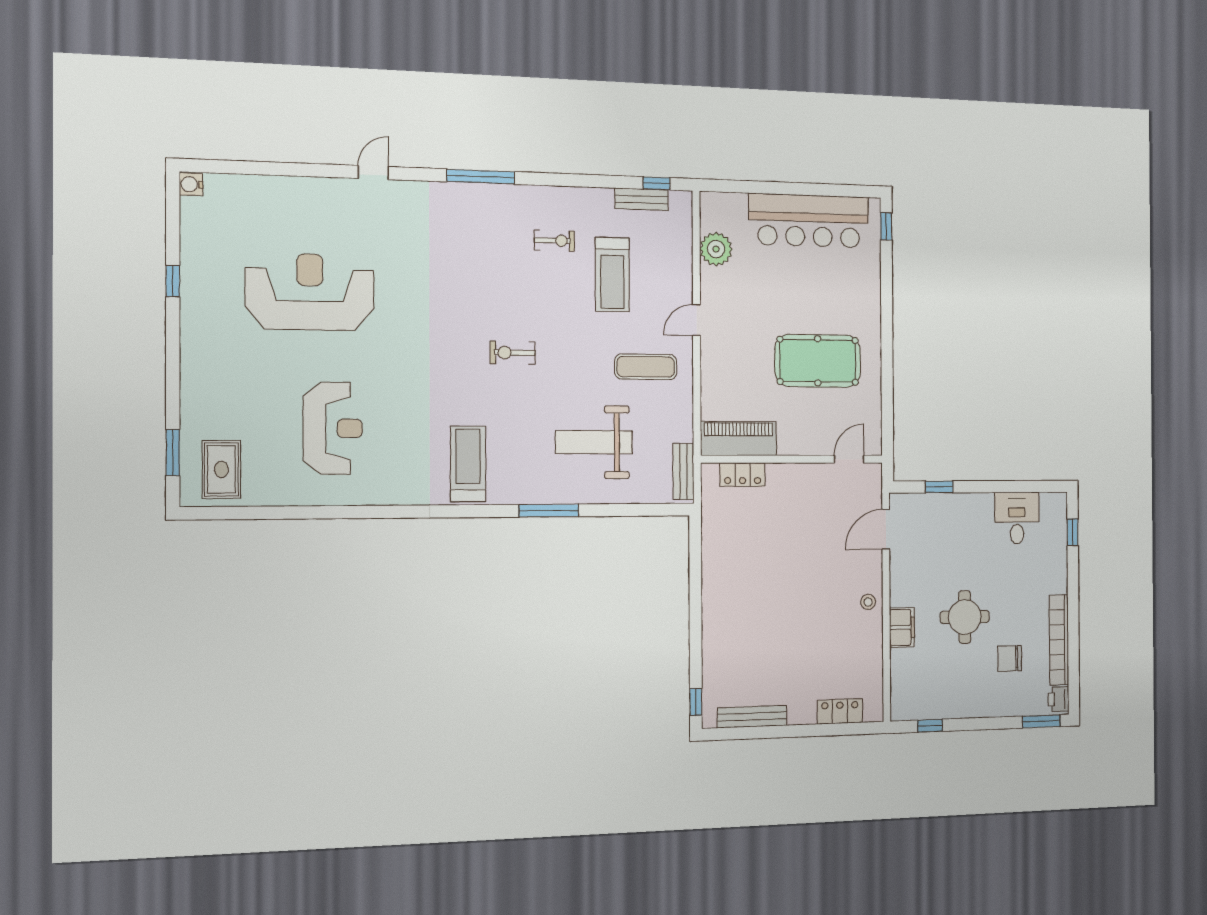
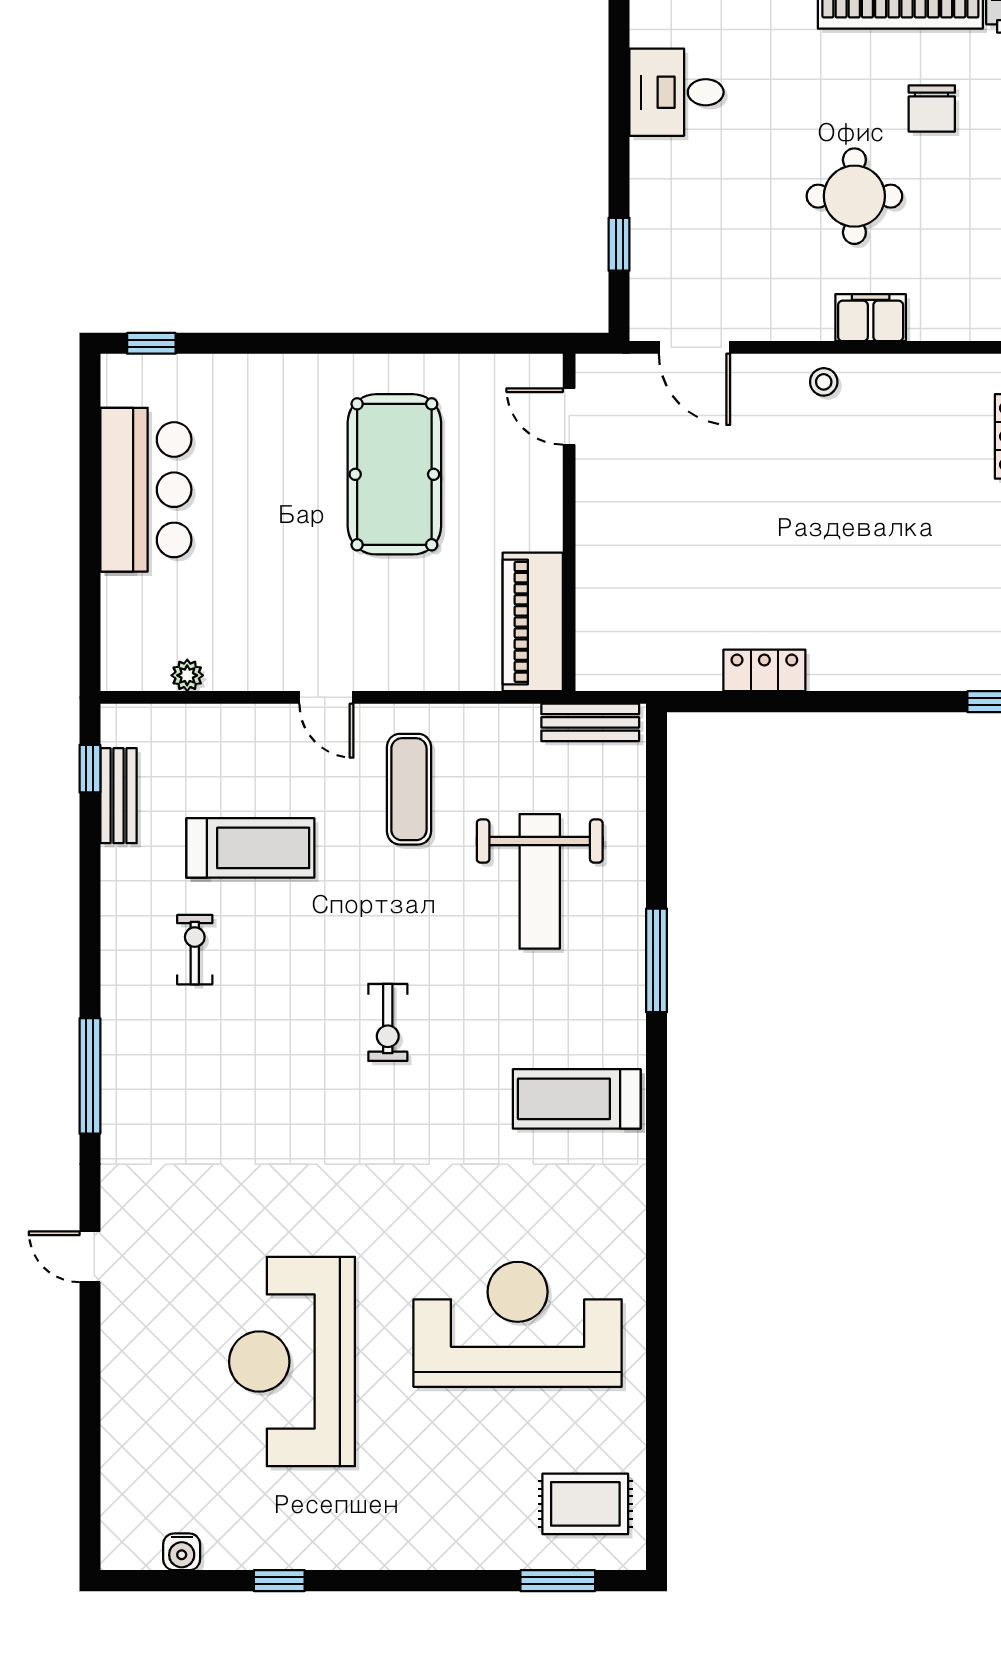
water cooler: (191, 184) -> (182, 1552), moved
bar counter: (809, 221) -> (146, 490), width x0.73
plant: (716, 249) -> (187, 675), width x0.53, depth x0.53
reception desk: (333, 428) -> (518, 1324), width x1.36, depth x1.30
locker: (743, 475) -> (764, 670), moved, turned -90

